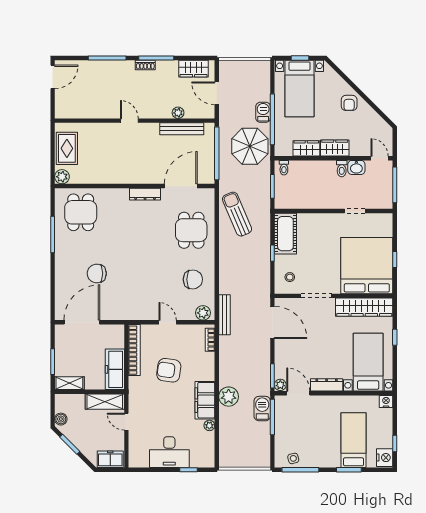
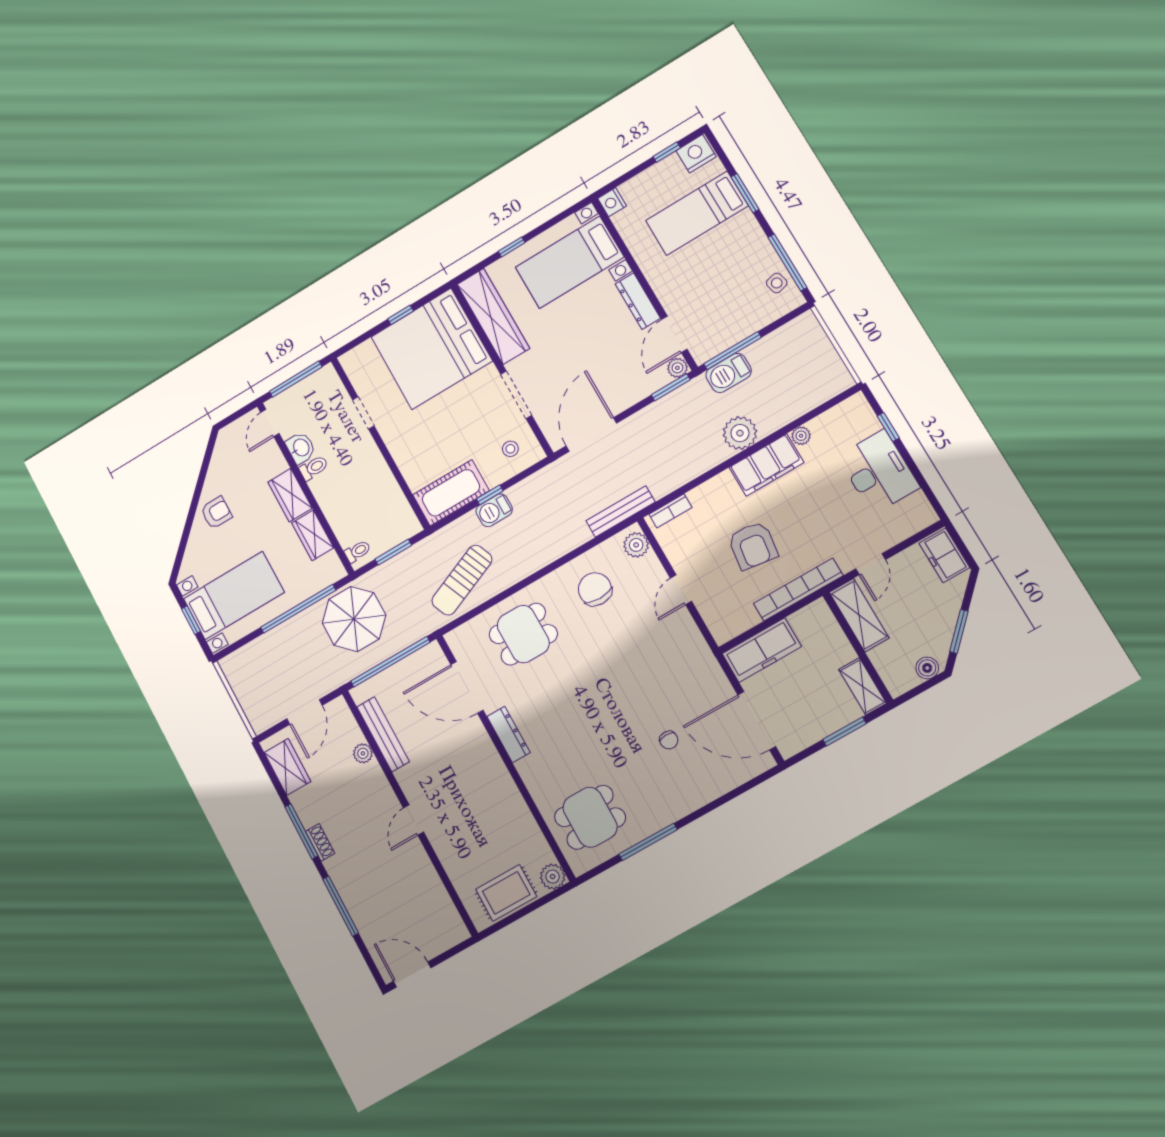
barbecue: (263, 112) -> (494, 510), moved
chair: (97, 273) -> (669, 740), width x0.54, depth x0.54
bookcase: (134, 350) -> (798, 589), moved
freezer: (115, 369) -> (762, 650), moved

